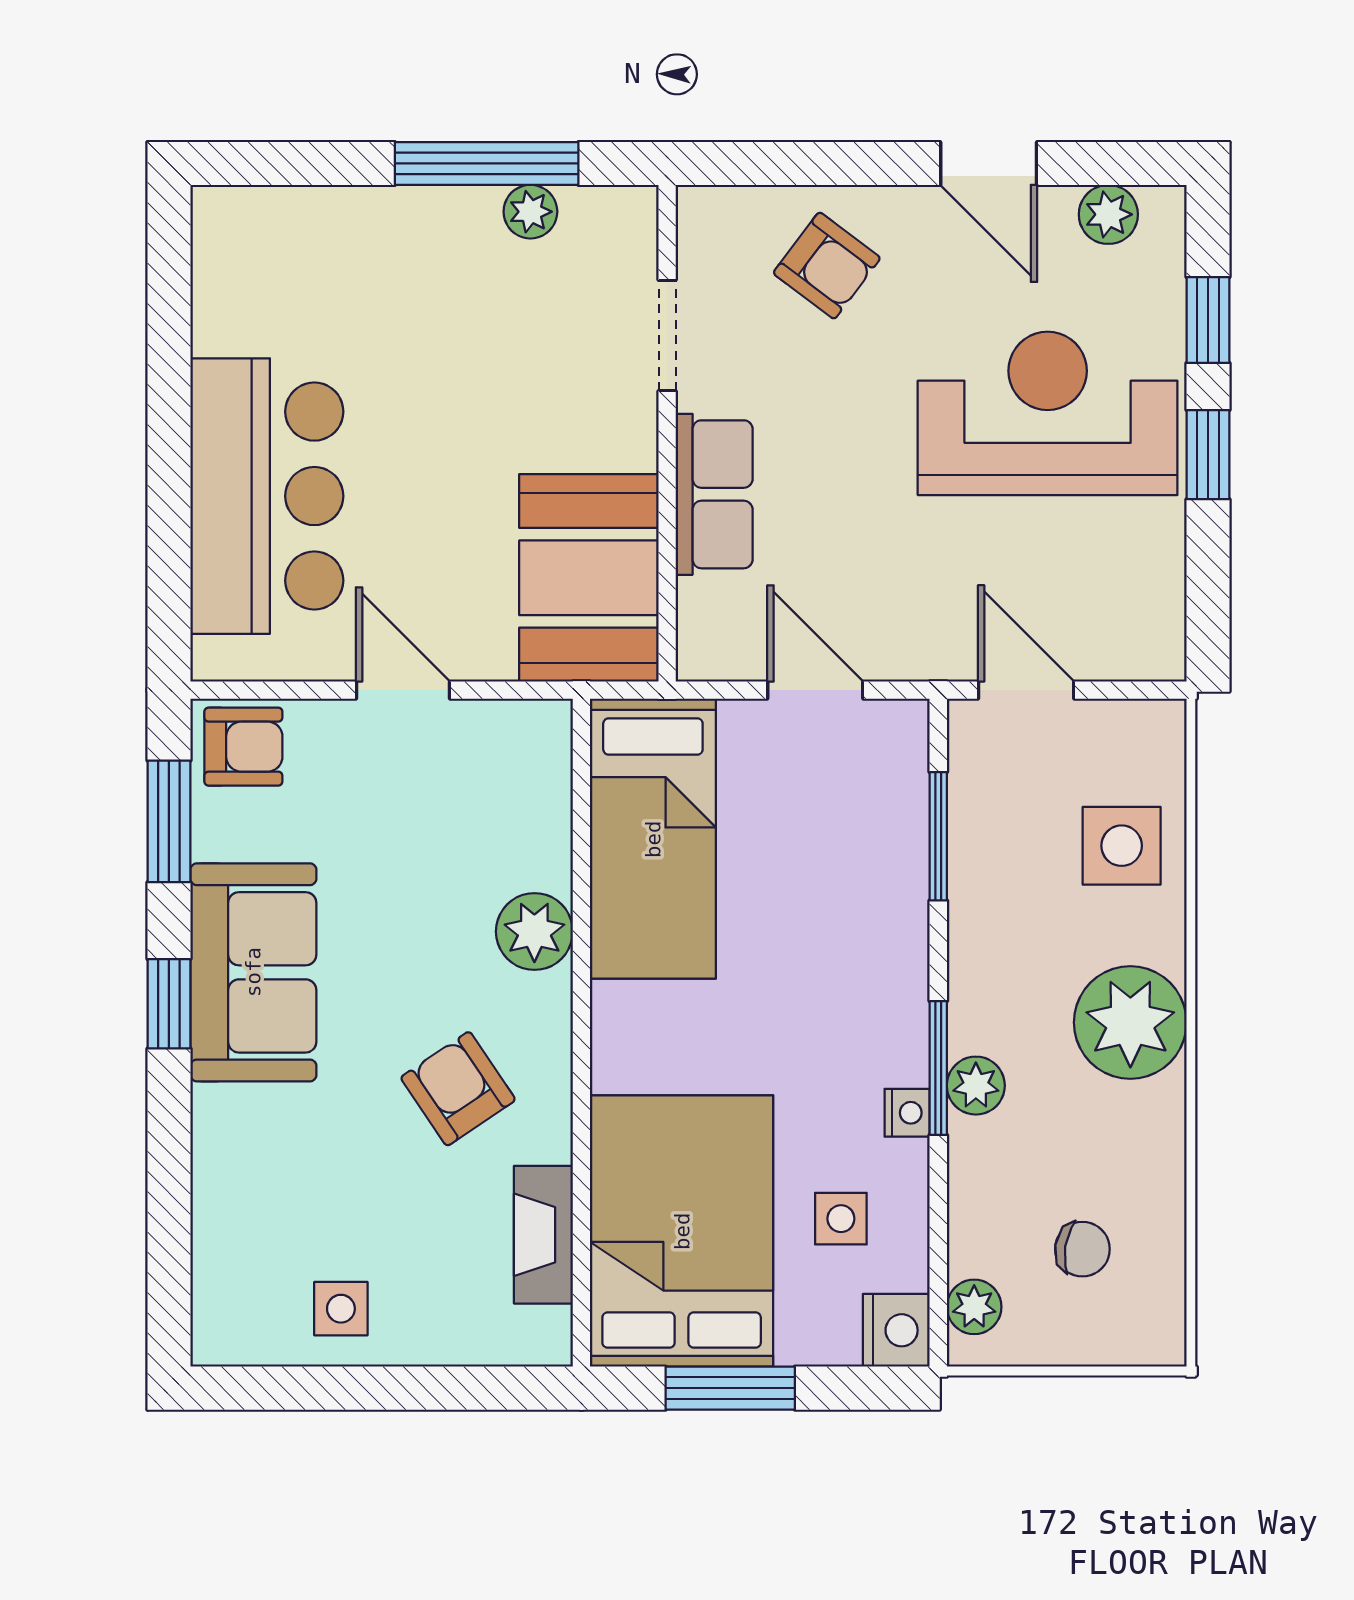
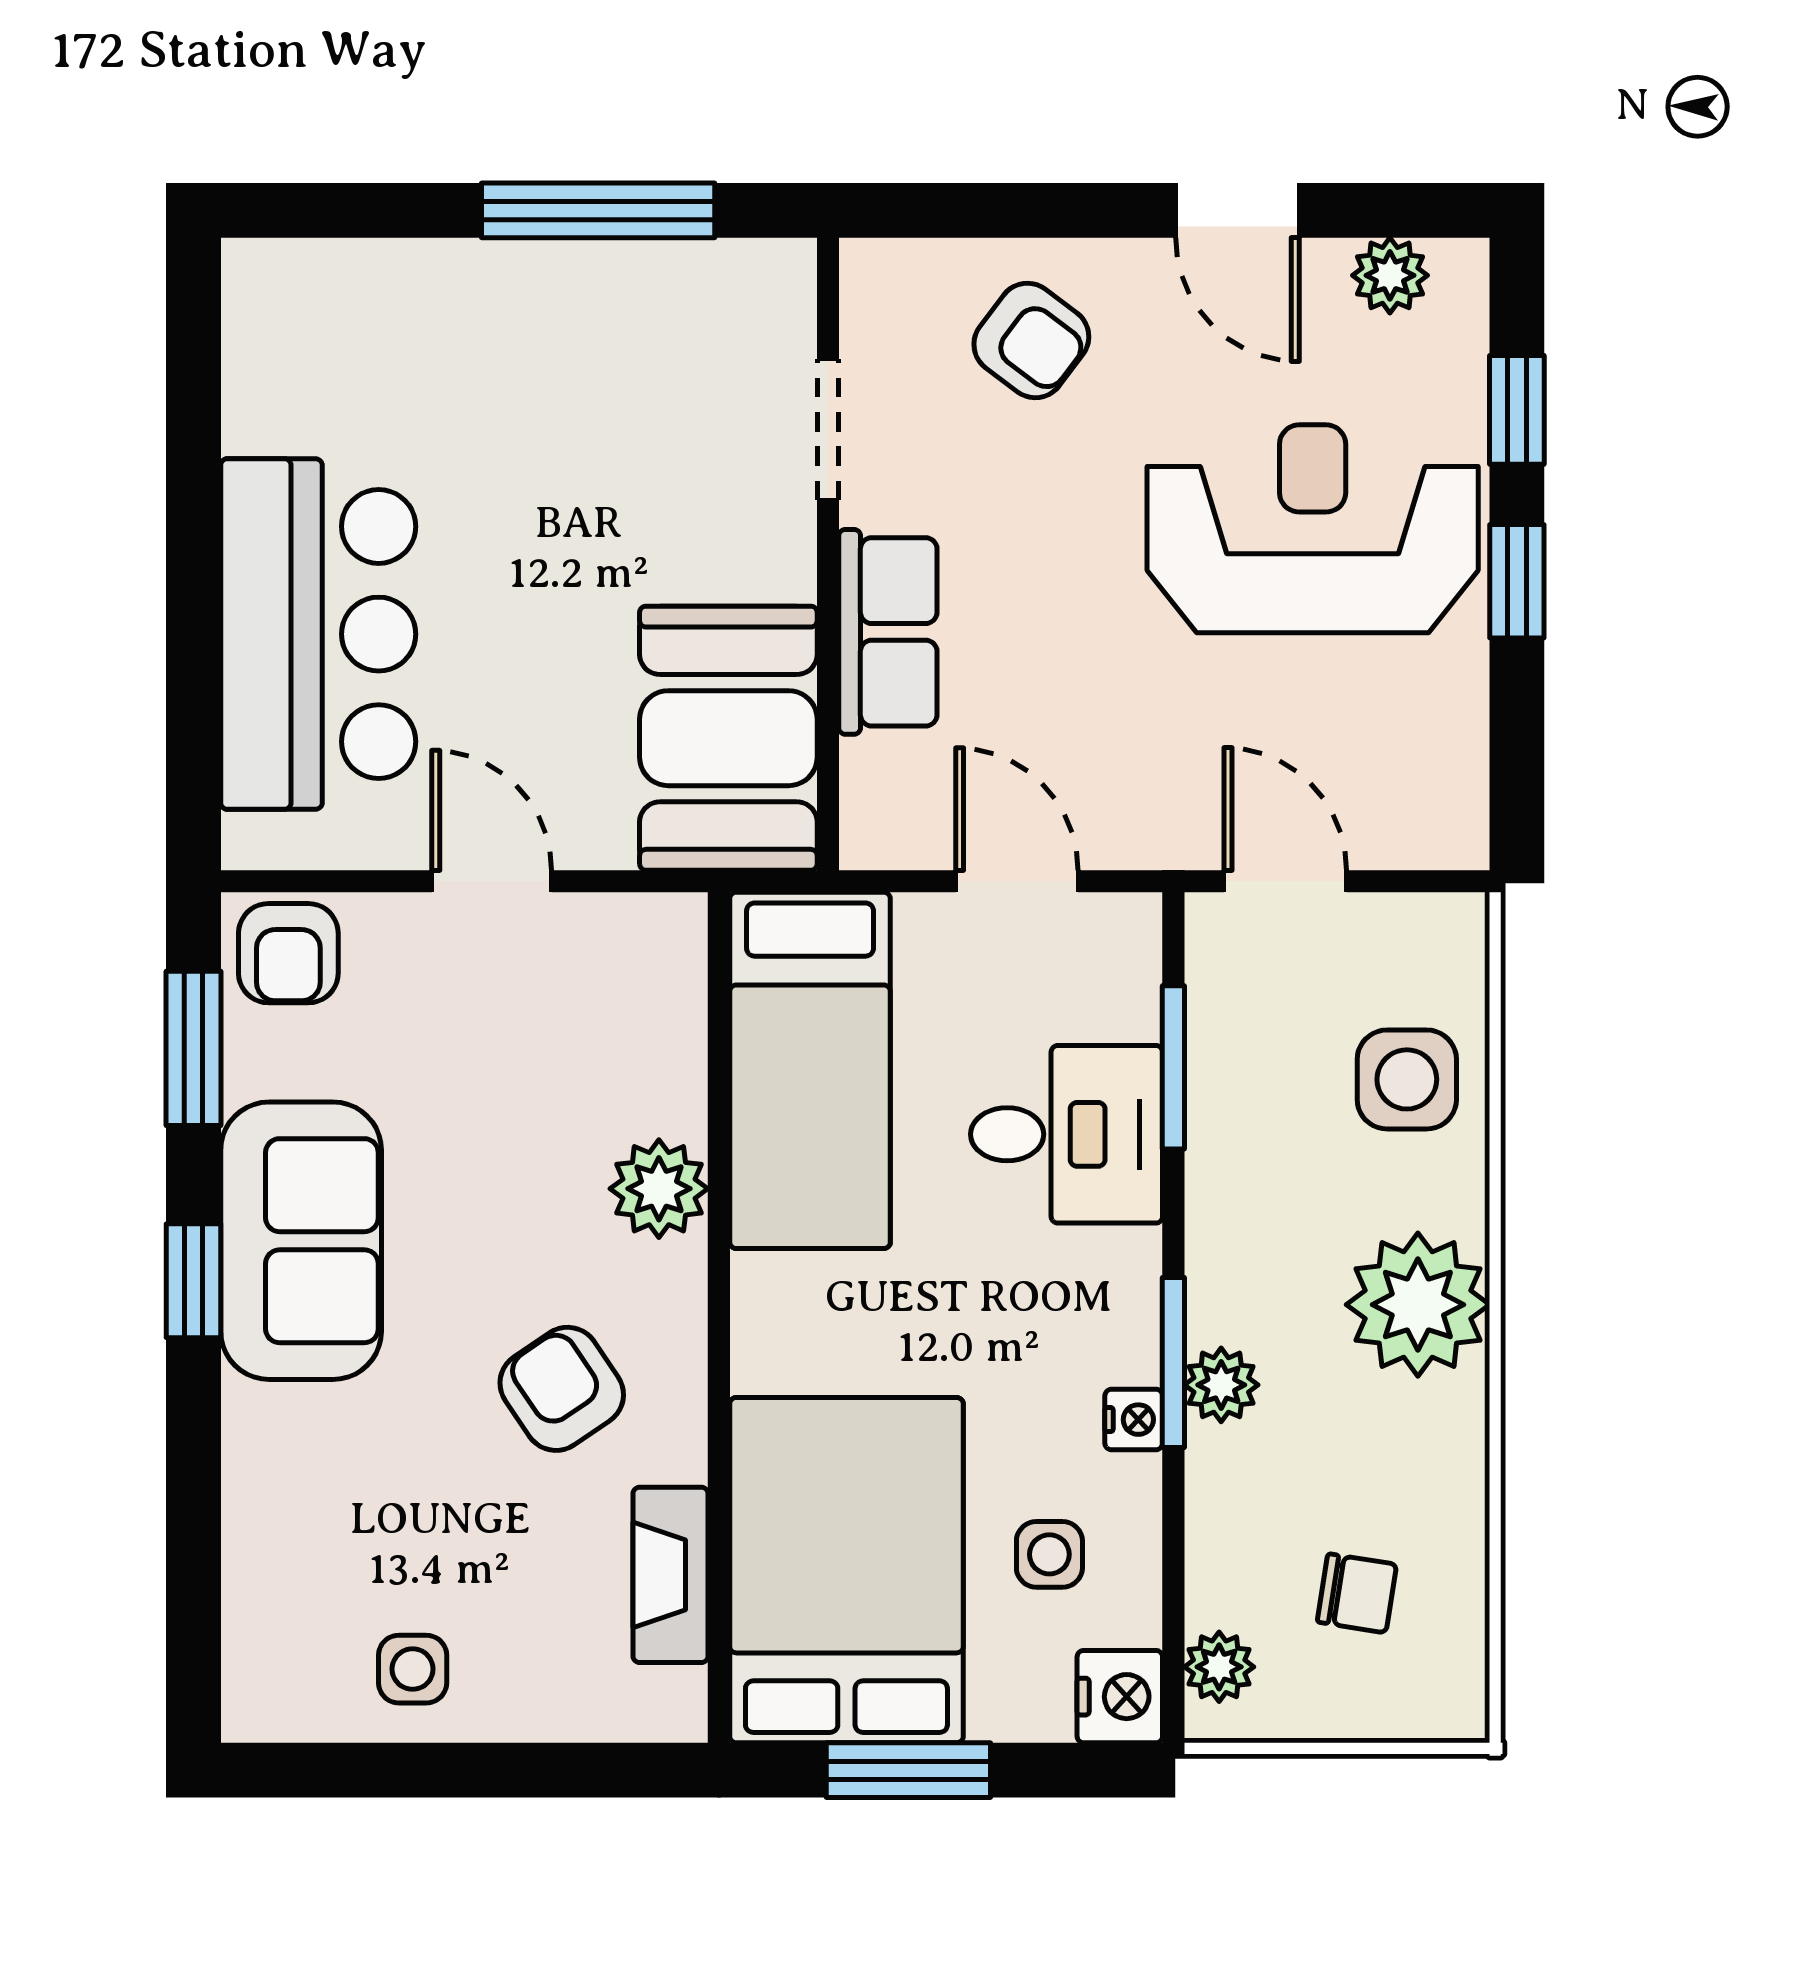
plant: (530, 212) -> (654, 272), removed
armchair: (243, 747) -> (288, 953), turned 90
desk: (854, 889) -> (1067, 1134), added

